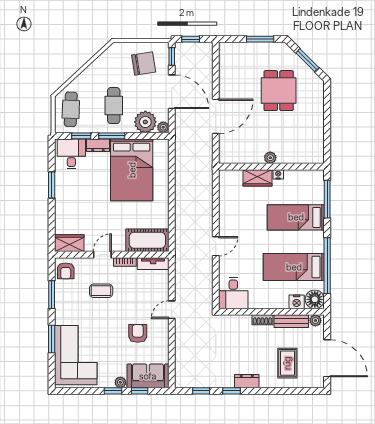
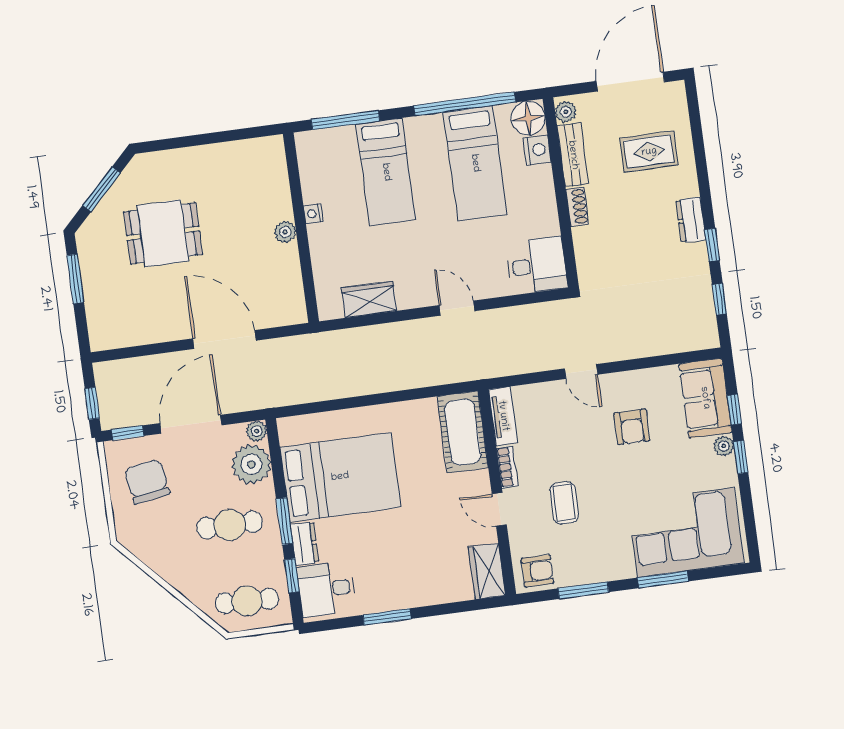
wardrobe: (258, 178) -> (369, 299), moved, turned -90
armchair: (138, 333) -> (632, 427), turned -90

